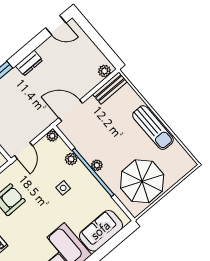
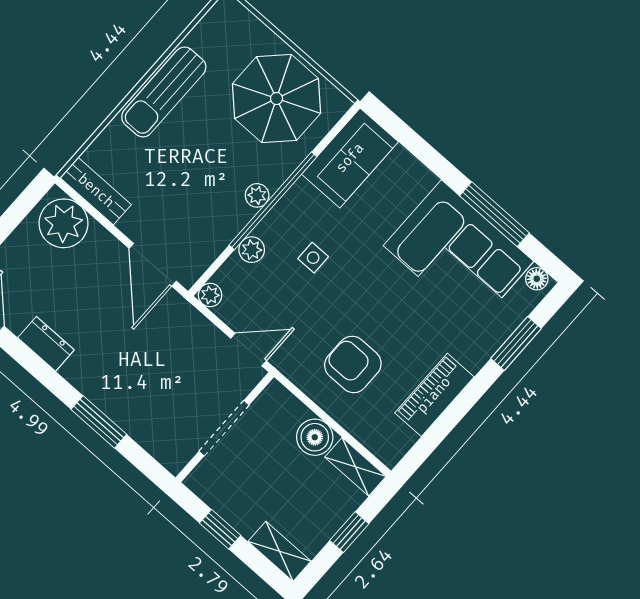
dresser: (29, 63) -> (46, 344), moved
plant: (104, 71) -> (64, 223), width x1.87, depth x1.87
sun lounger: (153, 128) -> (164, 92), turned 180
sofa: (101, 231) -> (350, 158), moved, turned -90

